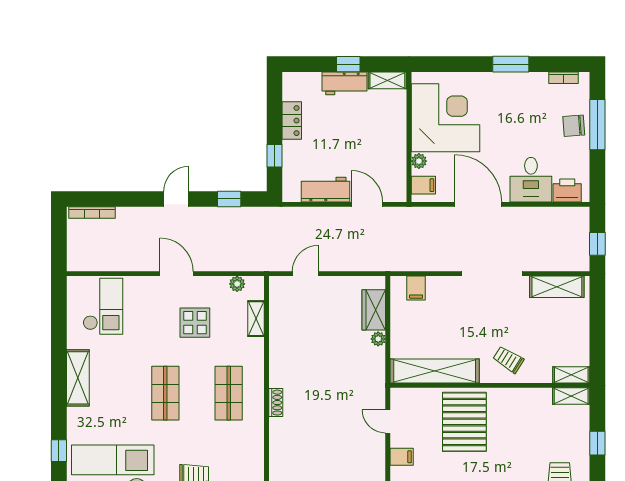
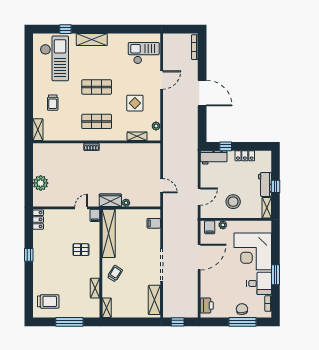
corner desk: (445, 118) -> (253, 251), moved, turned 90
stool: (376, 142) -> (233, 202), added
desk: (531, 180) -> (259, 283), moved, turned 180
workbench: (326, 190) -> (214, 157), moved, turned 90
door: (176, 199) -> (202, 93), width x1.88
window: (229, 199) -> (202, 122), removed
door: (177, 274) -> (162, 80), moved
door: (306, 274) -> (162, 186), moved
checkout: (103, 306) -> (144, 53), turned 180
wardrobe: (374, 310) -> (110, 200), moved
shelving: (78, 378) -> (92, 39), moved
shelving: (571, 396) -> (95, 288), moved
pallet: (464, 422) -> (81, 250), width x0.49, depth x0.50
window: (597, 443) -> (69, 322), width x2.17
filing cabinet: (402, 457) -> (95, 215), moved

